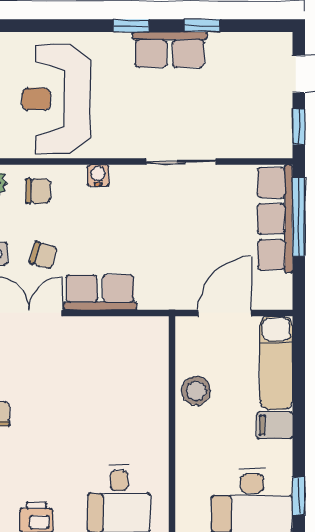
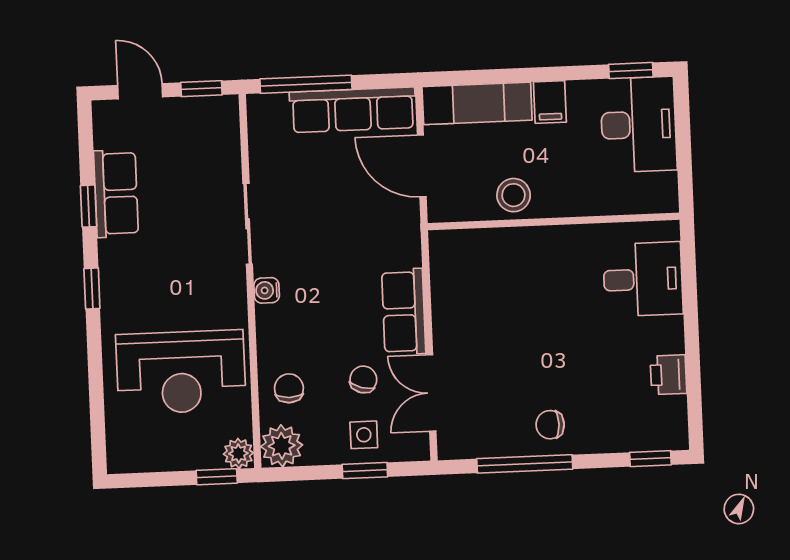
row of seats: (170, 50) -> (116, 193), moved
water cooler: (98, 175) -> (267, 290), moved
row of seats: (275, 219) -> (353, 110), moved

